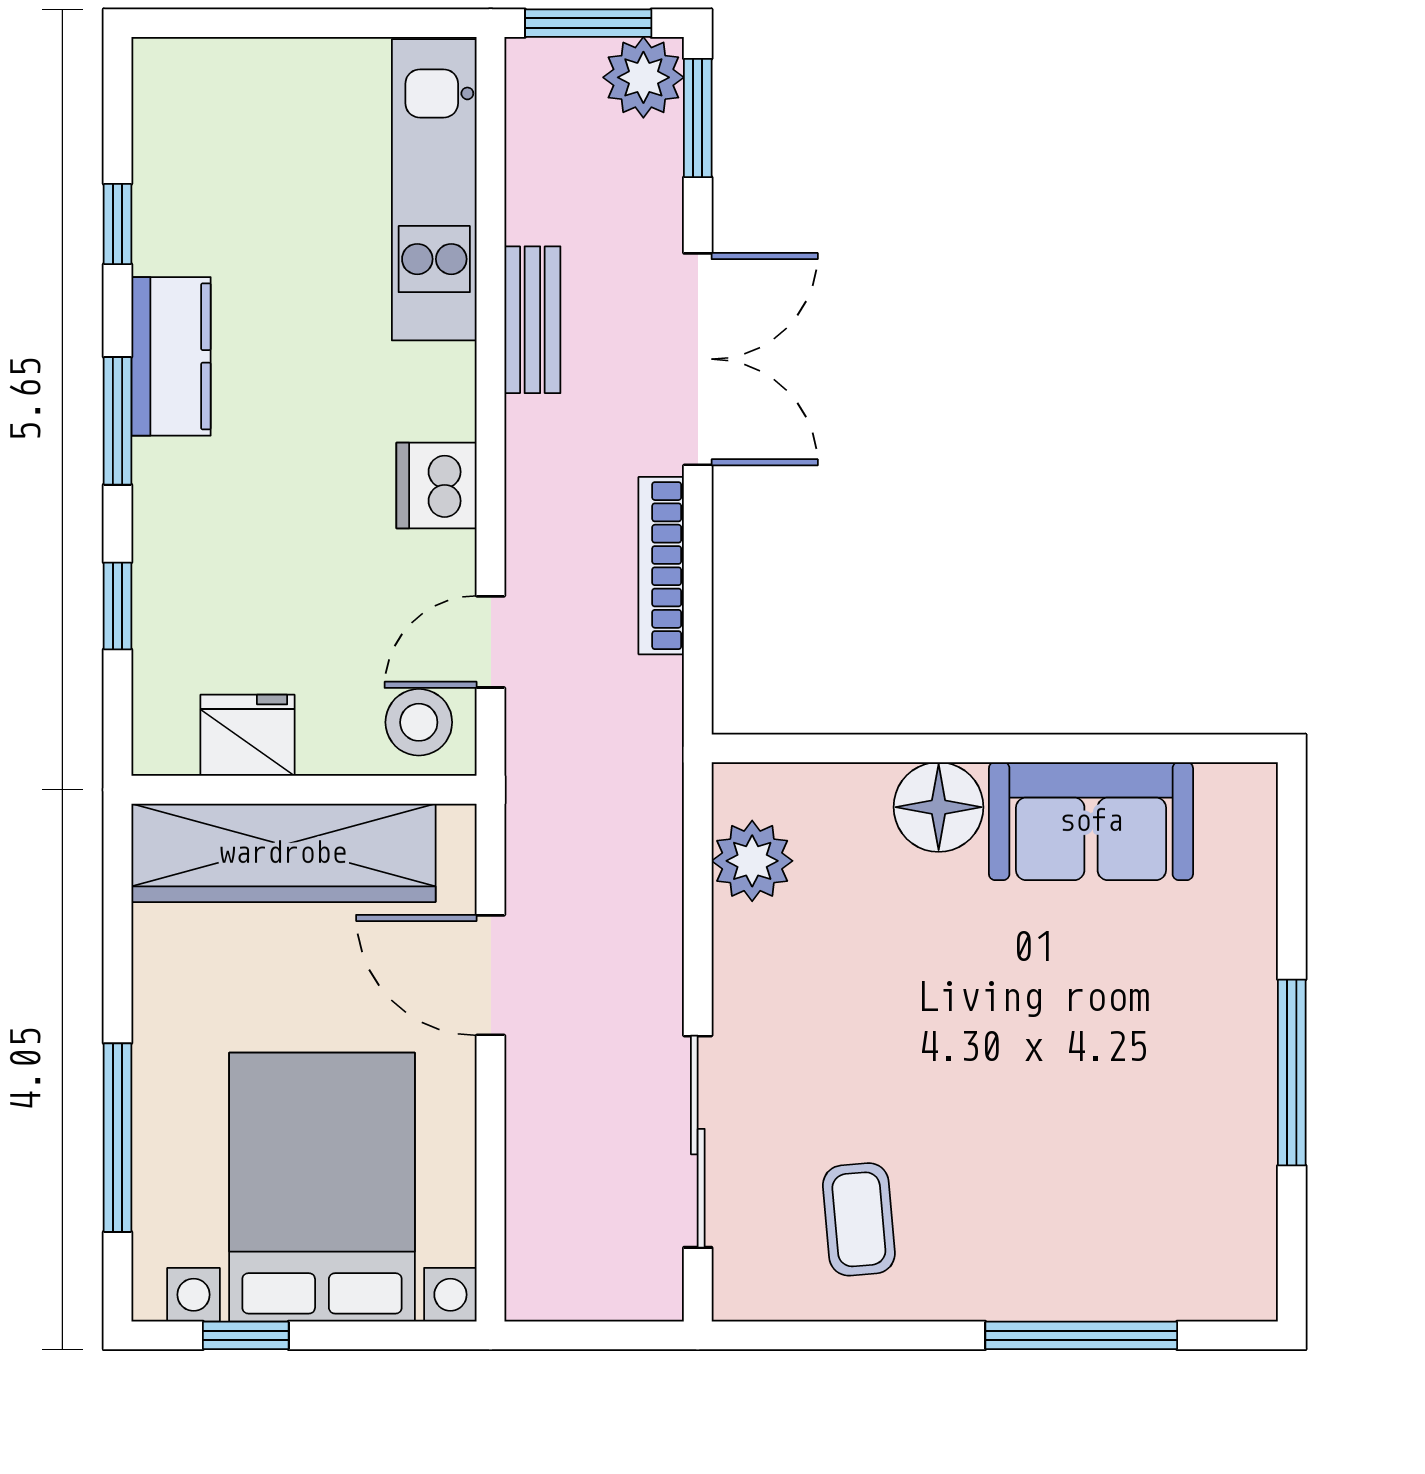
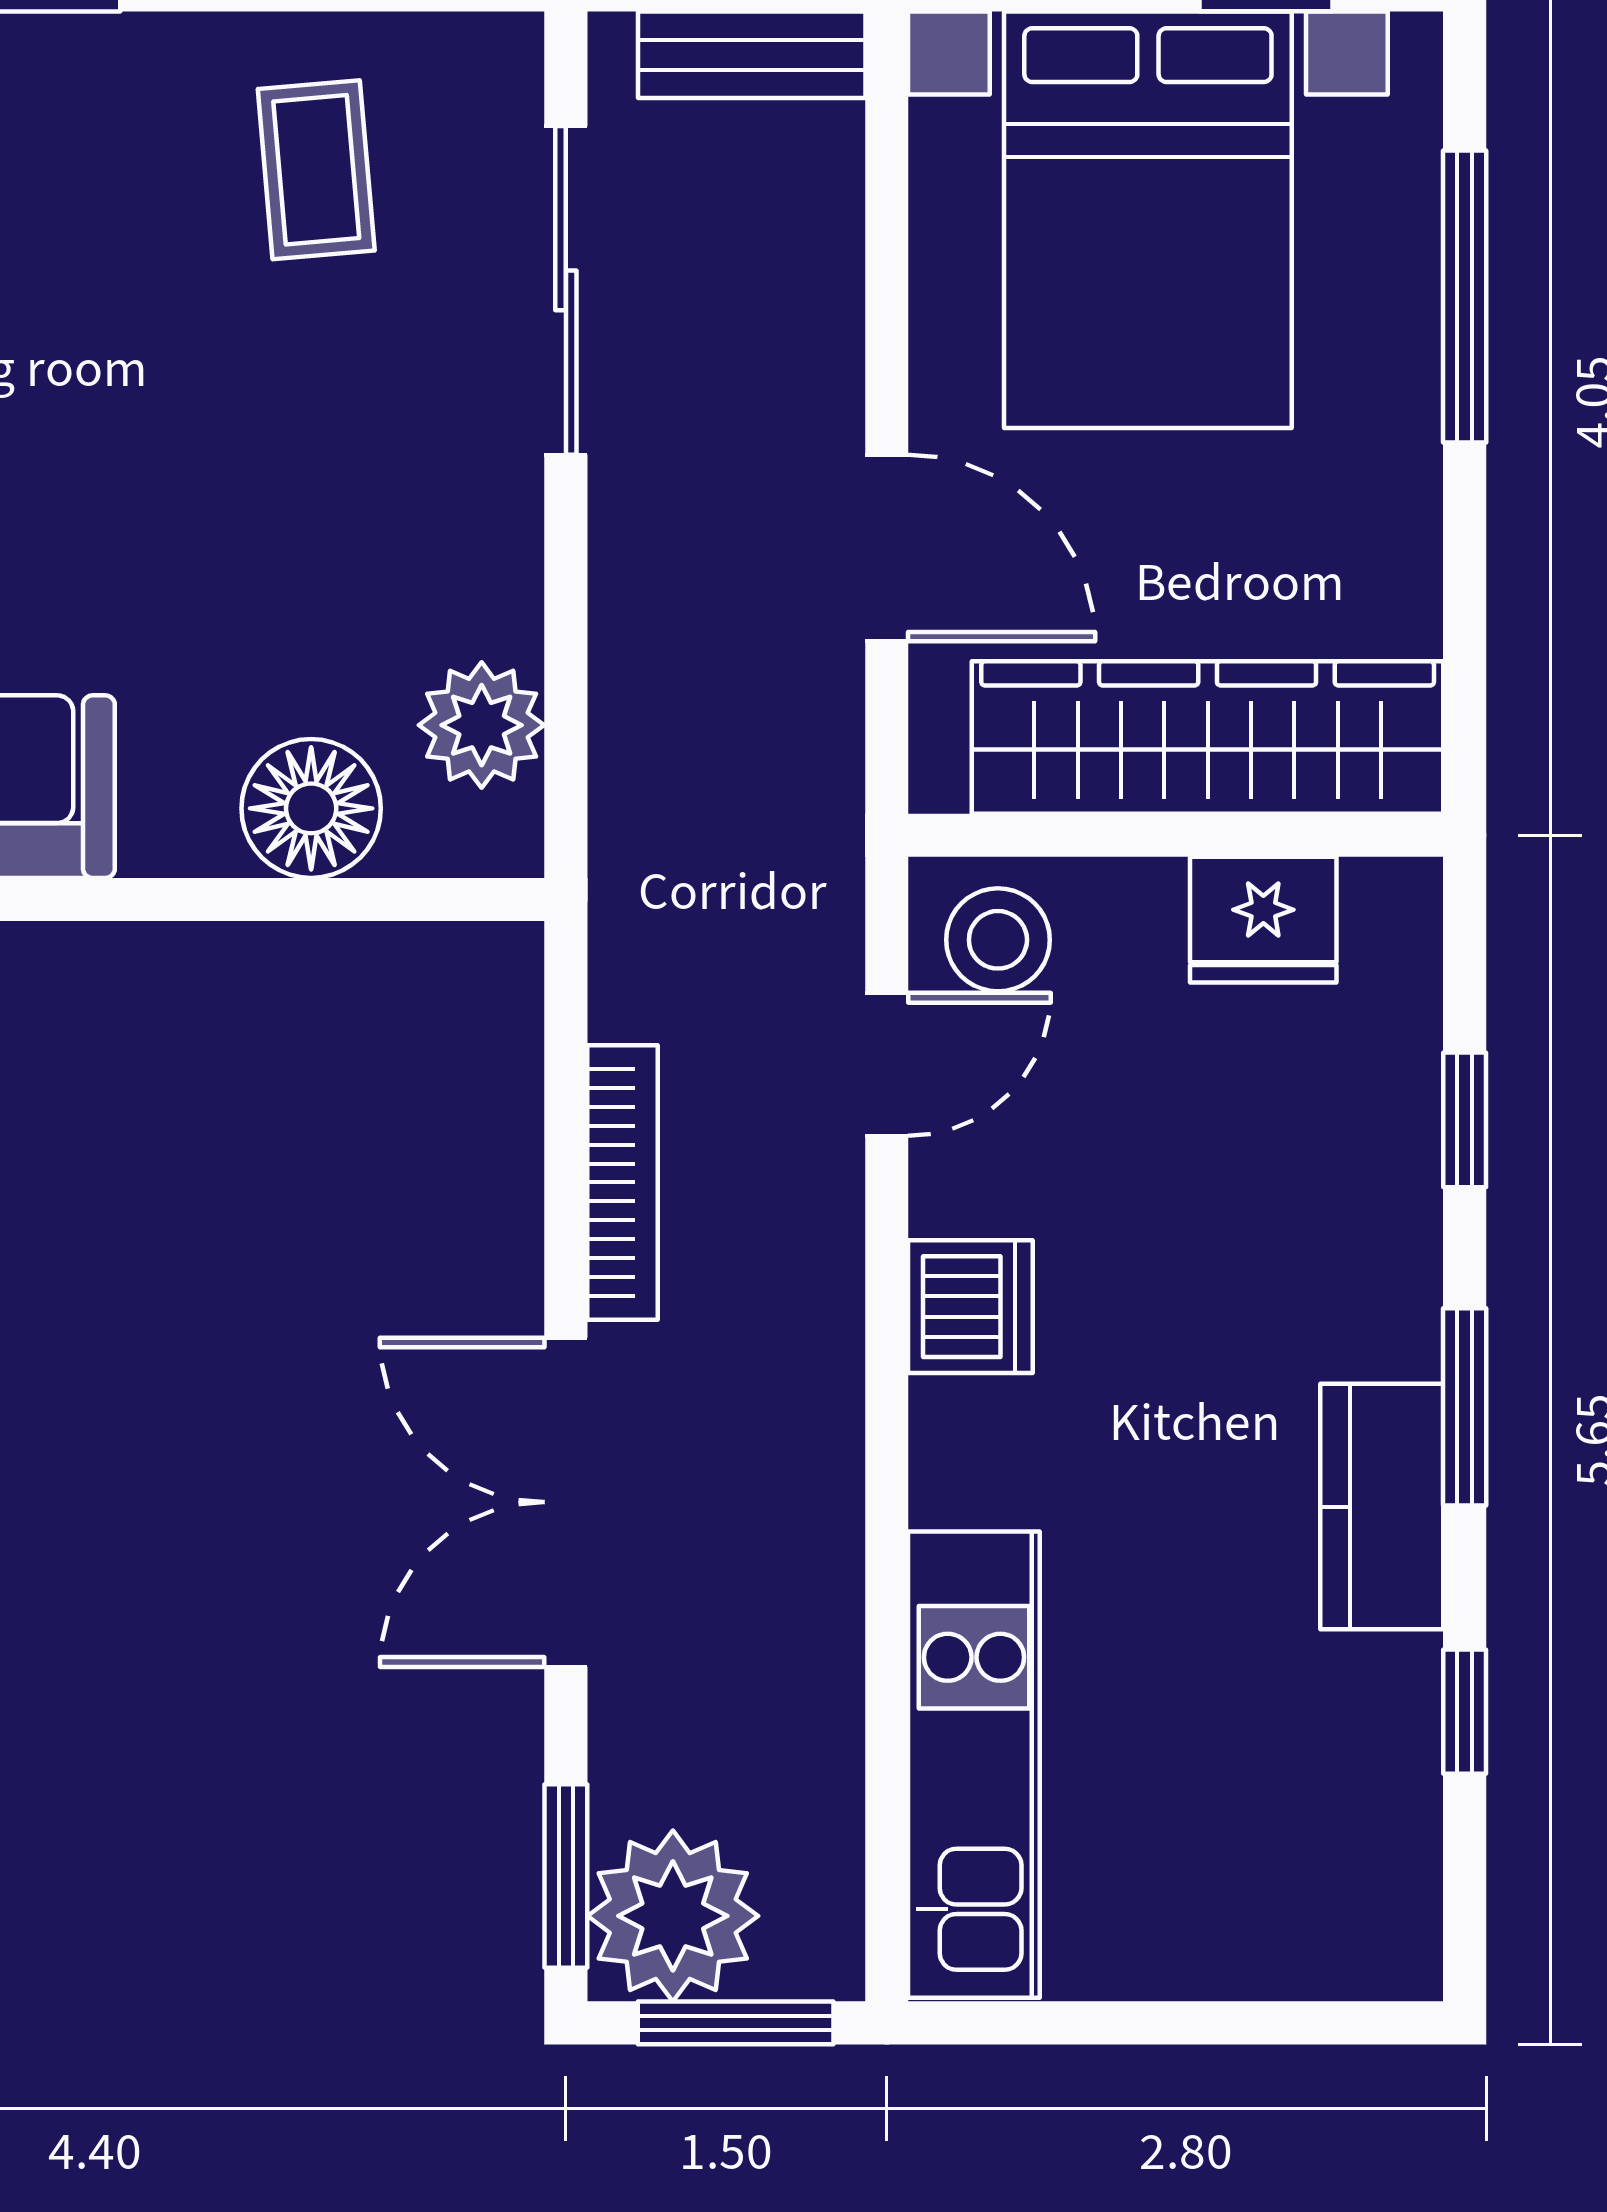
plant: (643, 77) -> (673, 1916), width x1.36, depth x1.36
bench: (532, 320) -> (752, 55), moved, turned 90
floor lamp: (939, 807) -> (311, 808), moved

